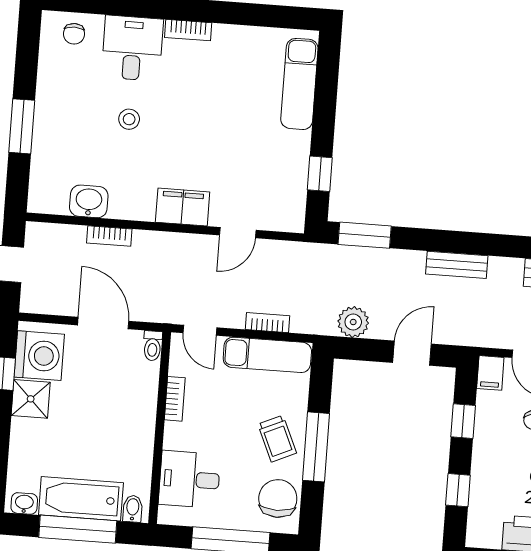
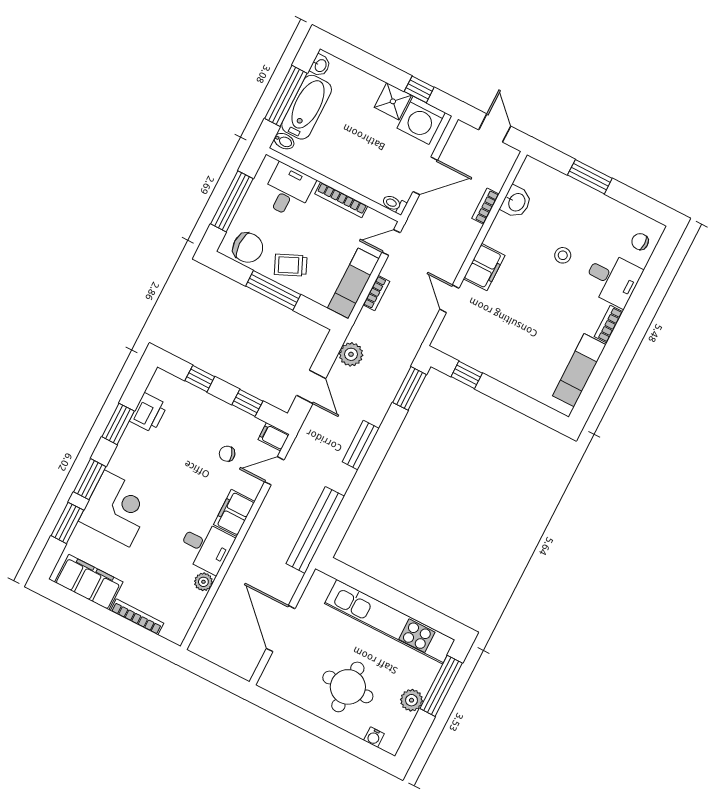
exam couch: (299, 84) -> (579, 370), moved, turned -90
bookcase: (175, 399) -> (341, 200), width x1.56

